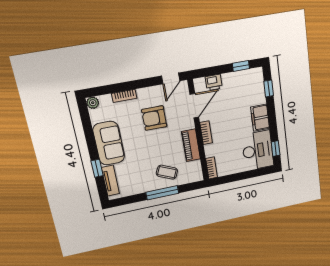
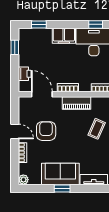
door: (171, 78) -> (15, 132), moved
armchair: (154, 118) -> (46, 131), turned 180
window: (97, 168) -> (62, 188), moved

